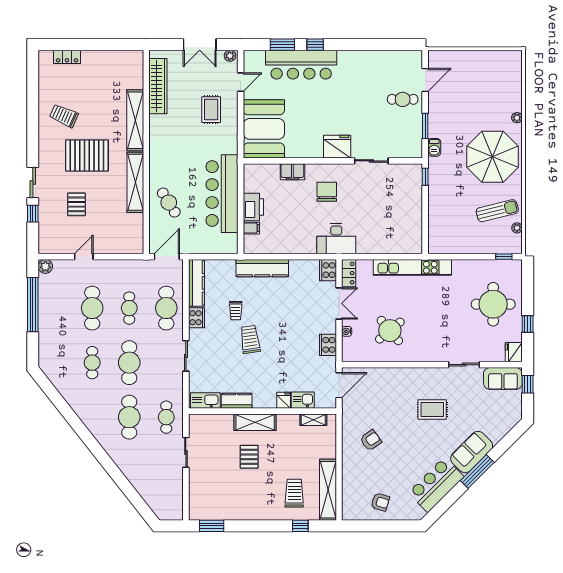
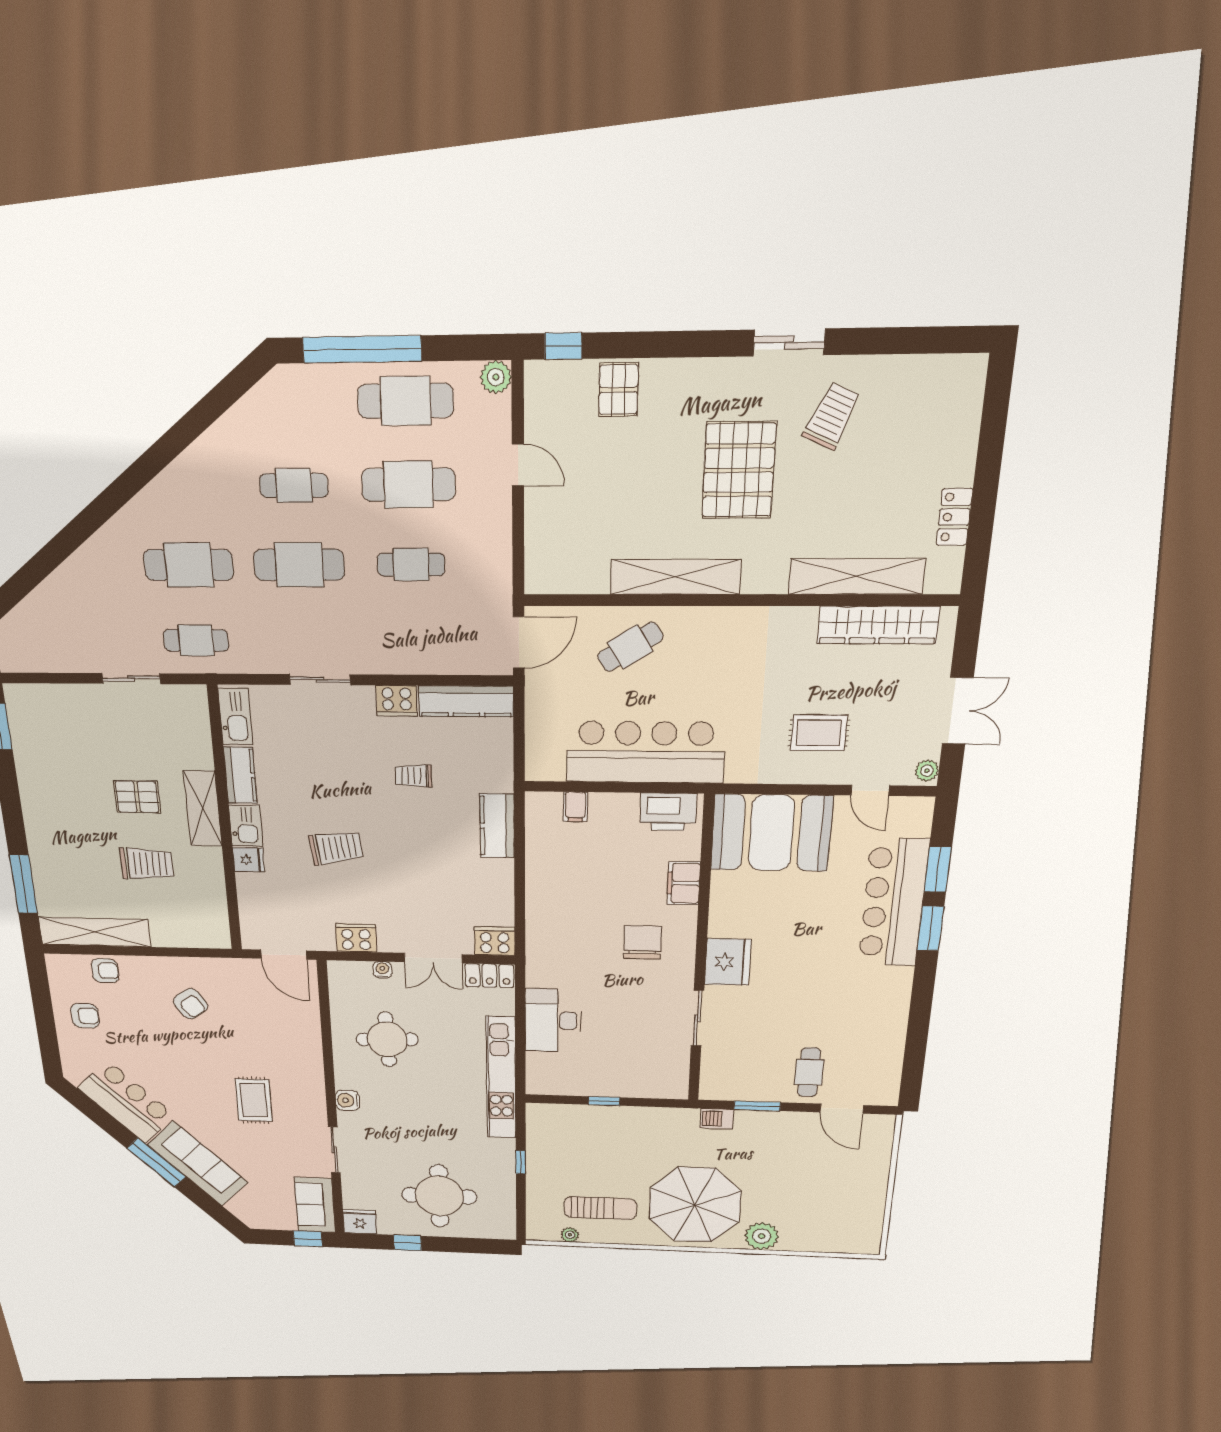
double door: (200, 45) -> (958, 711), swing flipped
window: (315, 45) -> (930, 928), width x1.50
locker: (67, 57) -> (954, 517), moved
plant: (517, 118) -> (762, 1236), width x1.88, depth x1.88
shelving: (135, 120) -> (856, 576), moved
window: (425, 177) -> (604, 1101), moved
sliding door: (33, 183) -> (789, 342), moved
chair: (327, 192) -> (643, 942), turned -90
pallet: (76, 204) -> (619, 390), moved, turned 90
printer: (253, 207) -> (668, 812), moved
sun lounger: (497, 211) -> (600, 1208), turned -76
window: (33, 214) -> (563, 346), moved
desk: (336, 239) -> (553, 1021), moved
door: (167, 257) -> (519, 643), hinge flipped
window: (504, 257) -> (521, 1162), moved
kitchen counter: (262, 268) -> (497, 826), width x0.67
window: (33, 305) -> (362, 349), moved
cafe table: (166, 308) -> (405, 401), moved
round table: (390, 331) -> (387, 1039), turned 38
trolley: (250, 339) -> (336, 848), moved
water cooler: (430, 355) -> (347, 1100), added
kitchen sink: (303, 400) -> (246, 826), moved
shelving: (313, 420) -> (217, 910), removed
sofa: (472, 452) -> (198, 1164), width x1.36
armchair: (351, 487) -> (105, 971), added
trolley: (294, 493) -> (147, 864), moved
armchair: (380, 502) -> (85, 1016), turned -107
window: (300, 526) -> (23, 884), width x2.17

